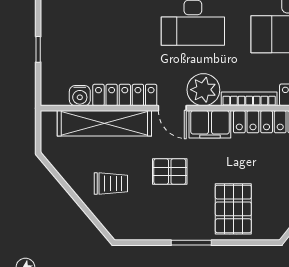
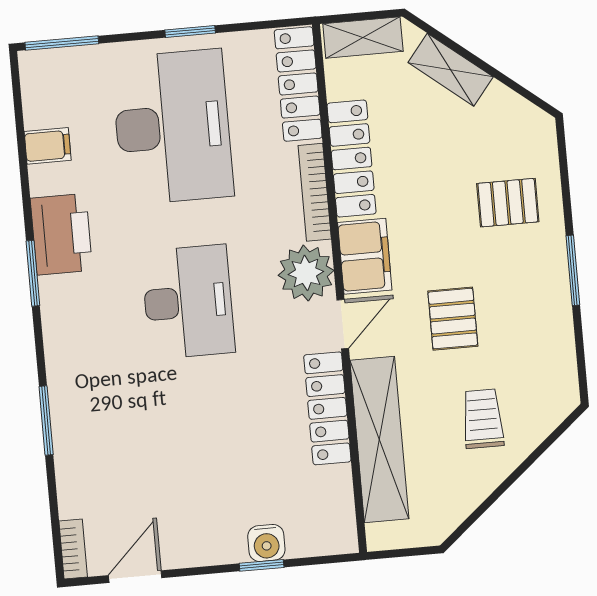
water cooler: (80, 96) -> (266, 543), moved, turned 90
pallet: (233, 209) -> (508, 203), width x0.67, depth x0.71

